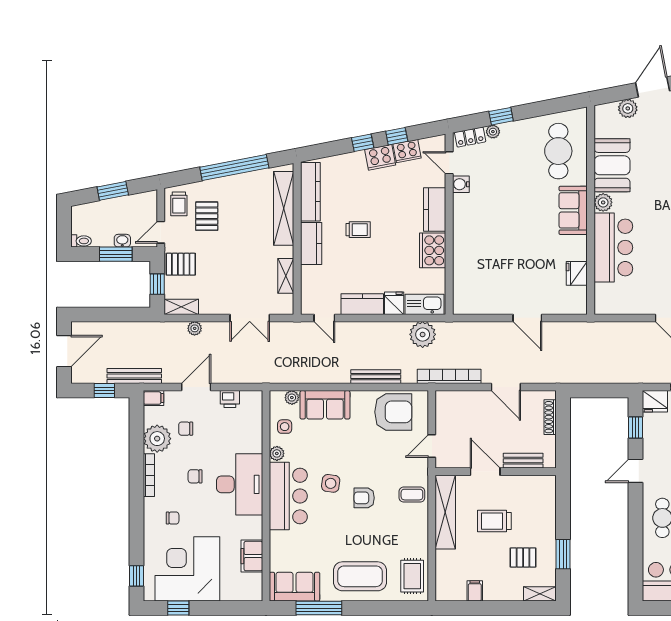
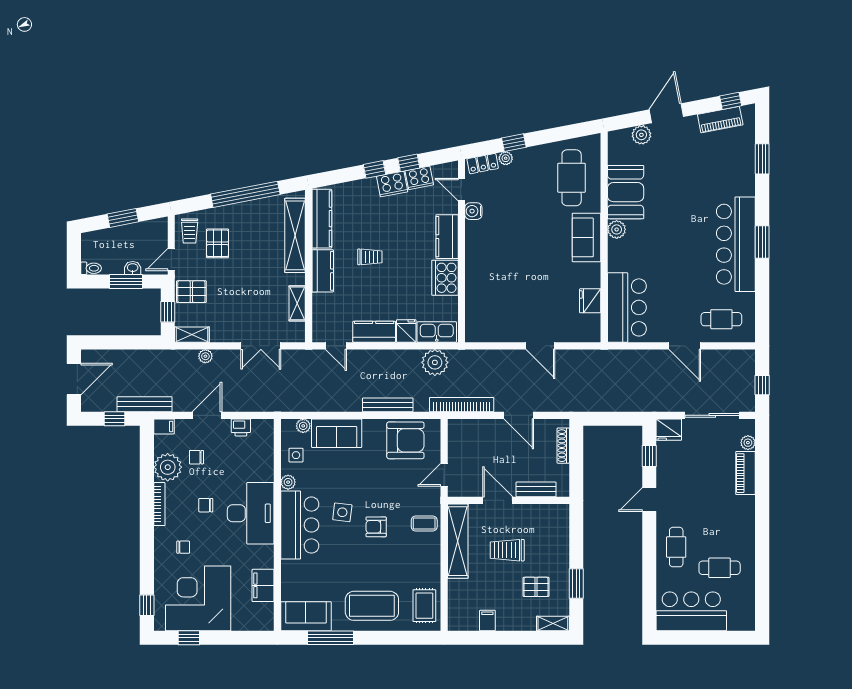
bar counter: (613, 247) -> (627, 307), moved

